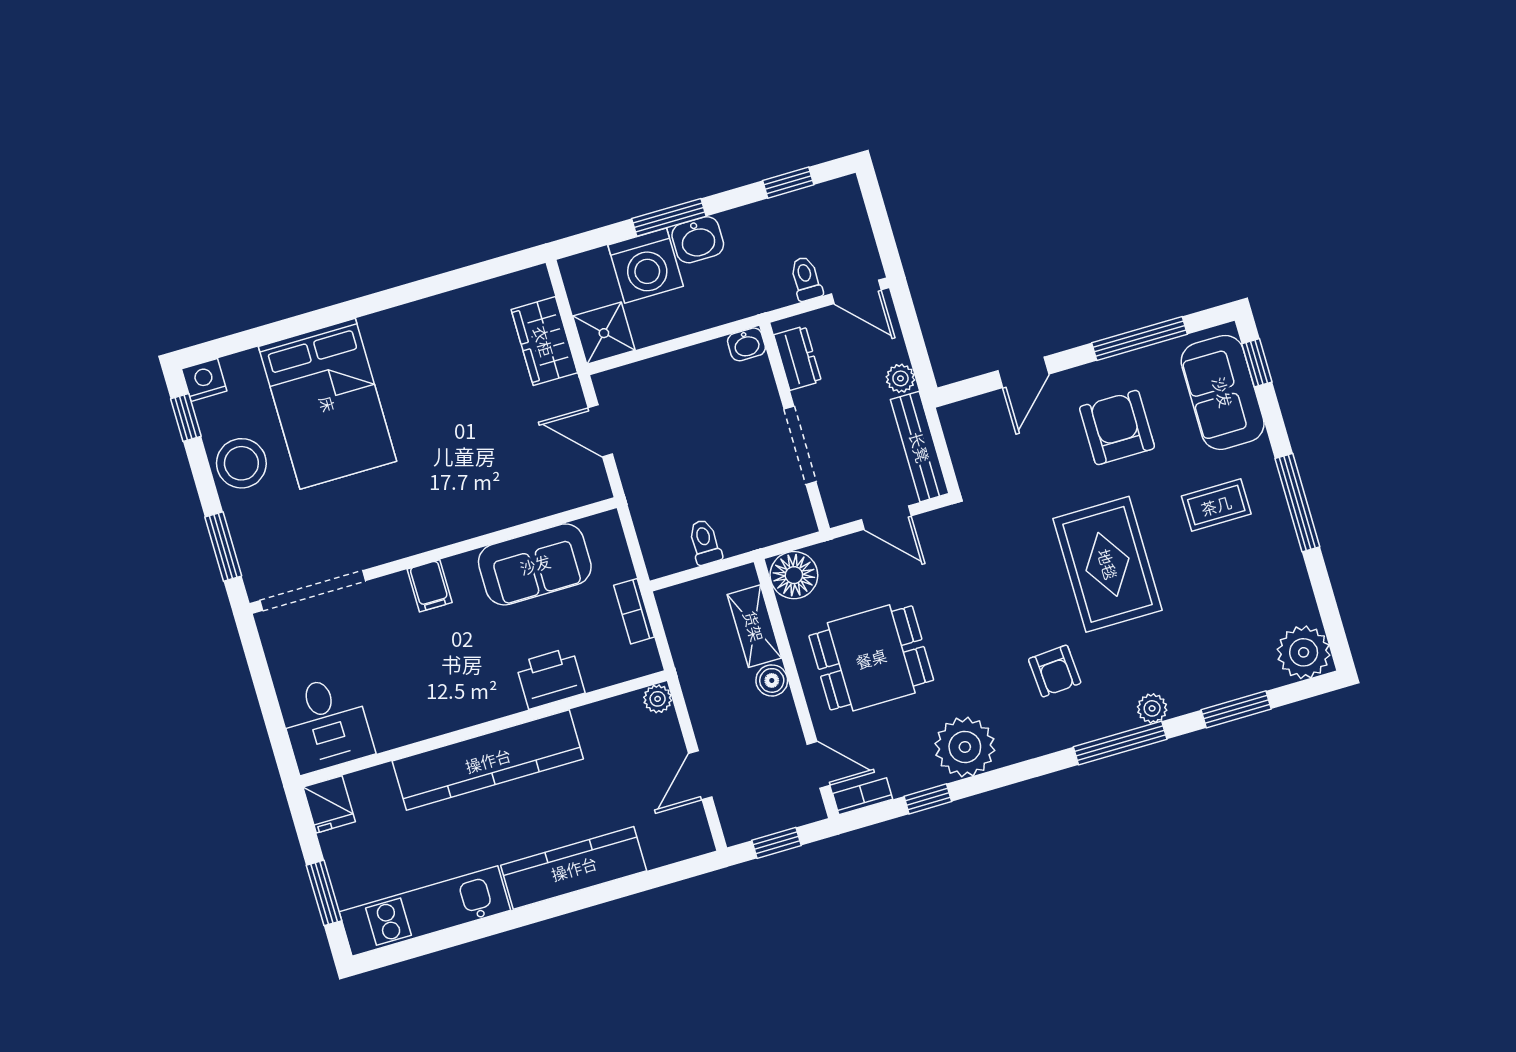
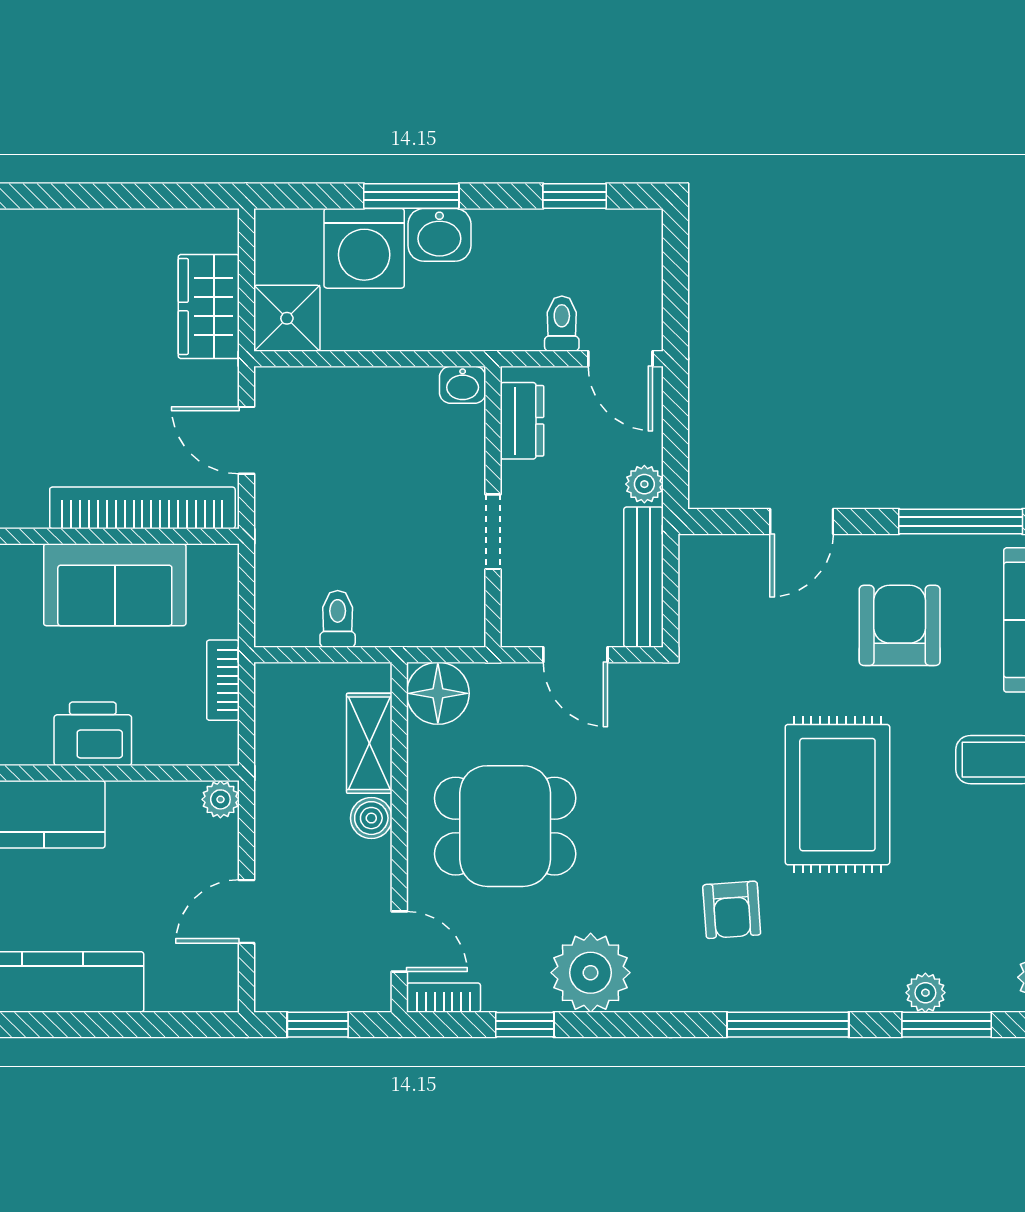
doorway: (800, 445) -> (493, 532), width x0.73
bookcase: (539, 502) -> (142, 508), added
plant: (1152, 708) -> (925, 993), moved

